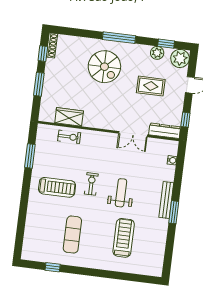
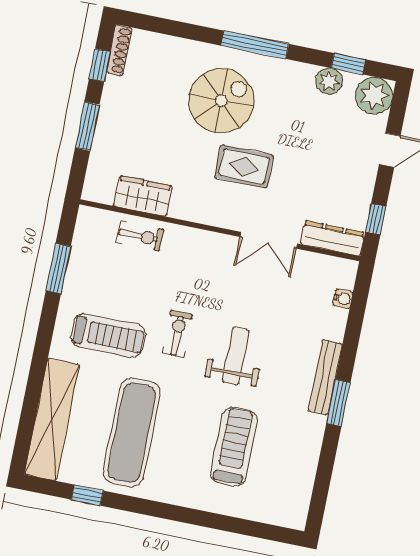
spiral stairs: (104, 67) -> (221, 101), turned -90
rug: (151, 86) -> (244, 166), moved
shelving: (32, 231) -> (52, 419), added
exercise mat: (72, 235) -> (132, 433), width x1.36, depth x1.45

